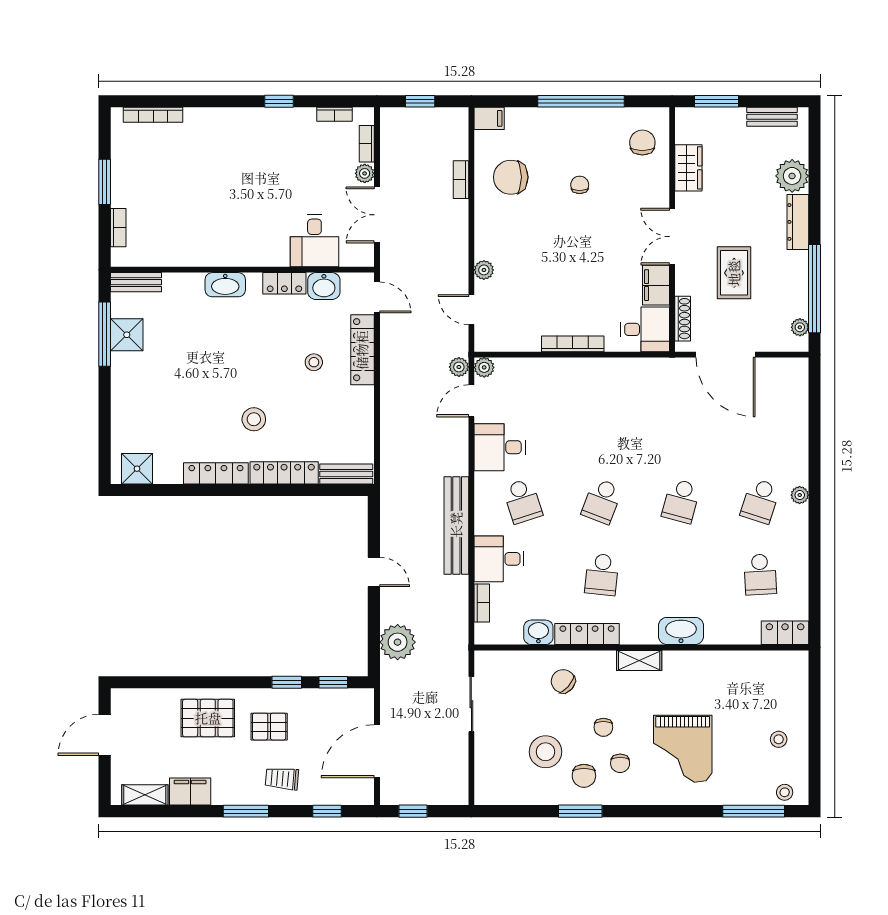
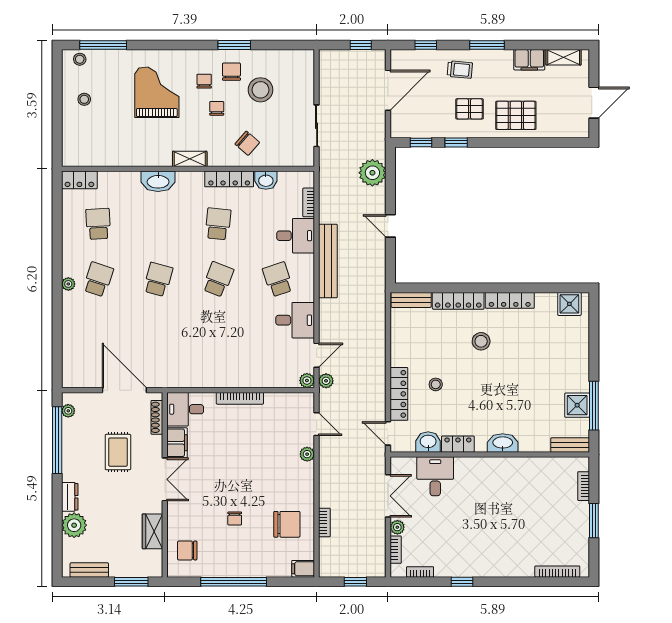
chair: (642, 143) -> (187, 550), turned 90
dresser: (798, 222) -> (70, 497), width x0.70

